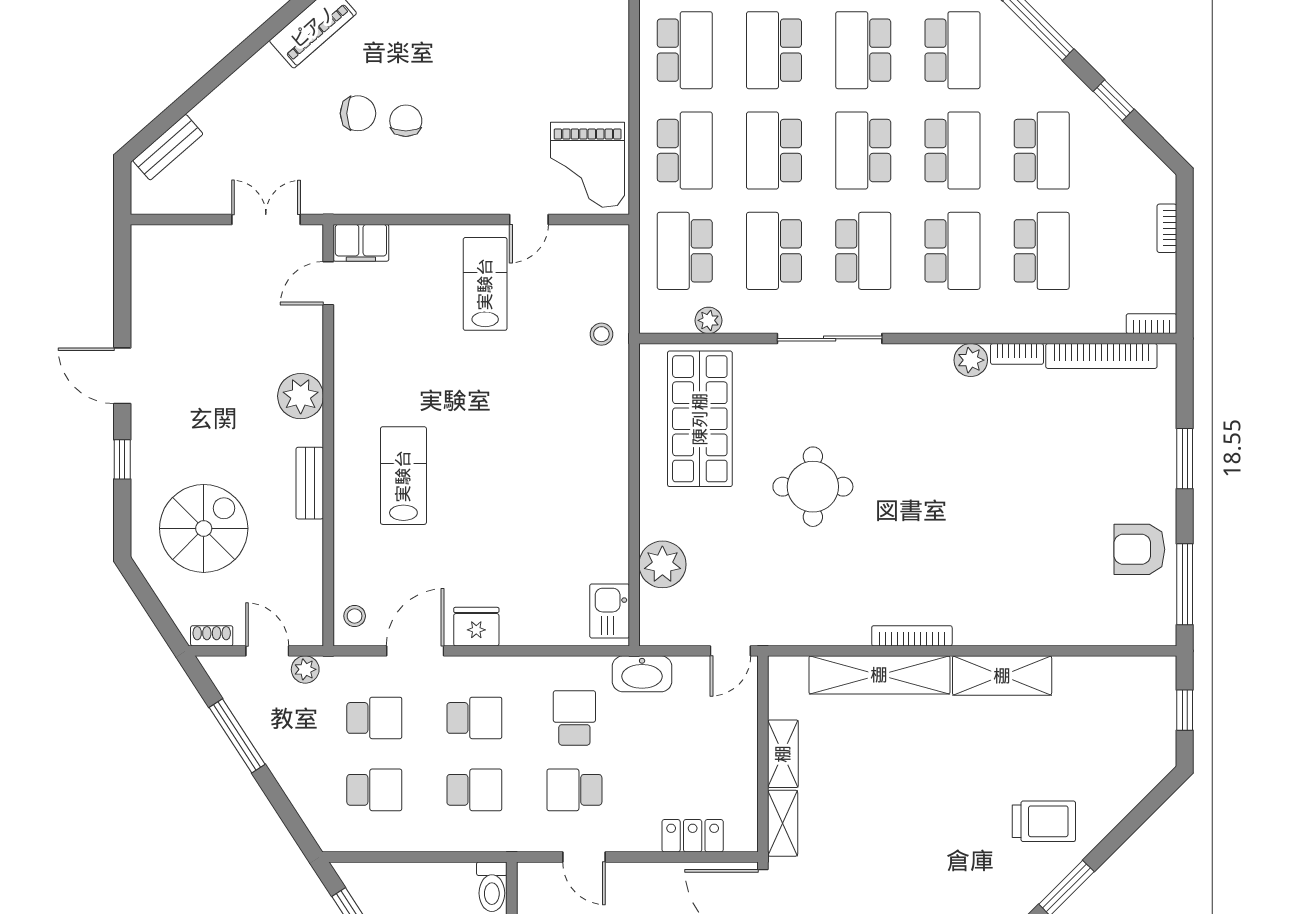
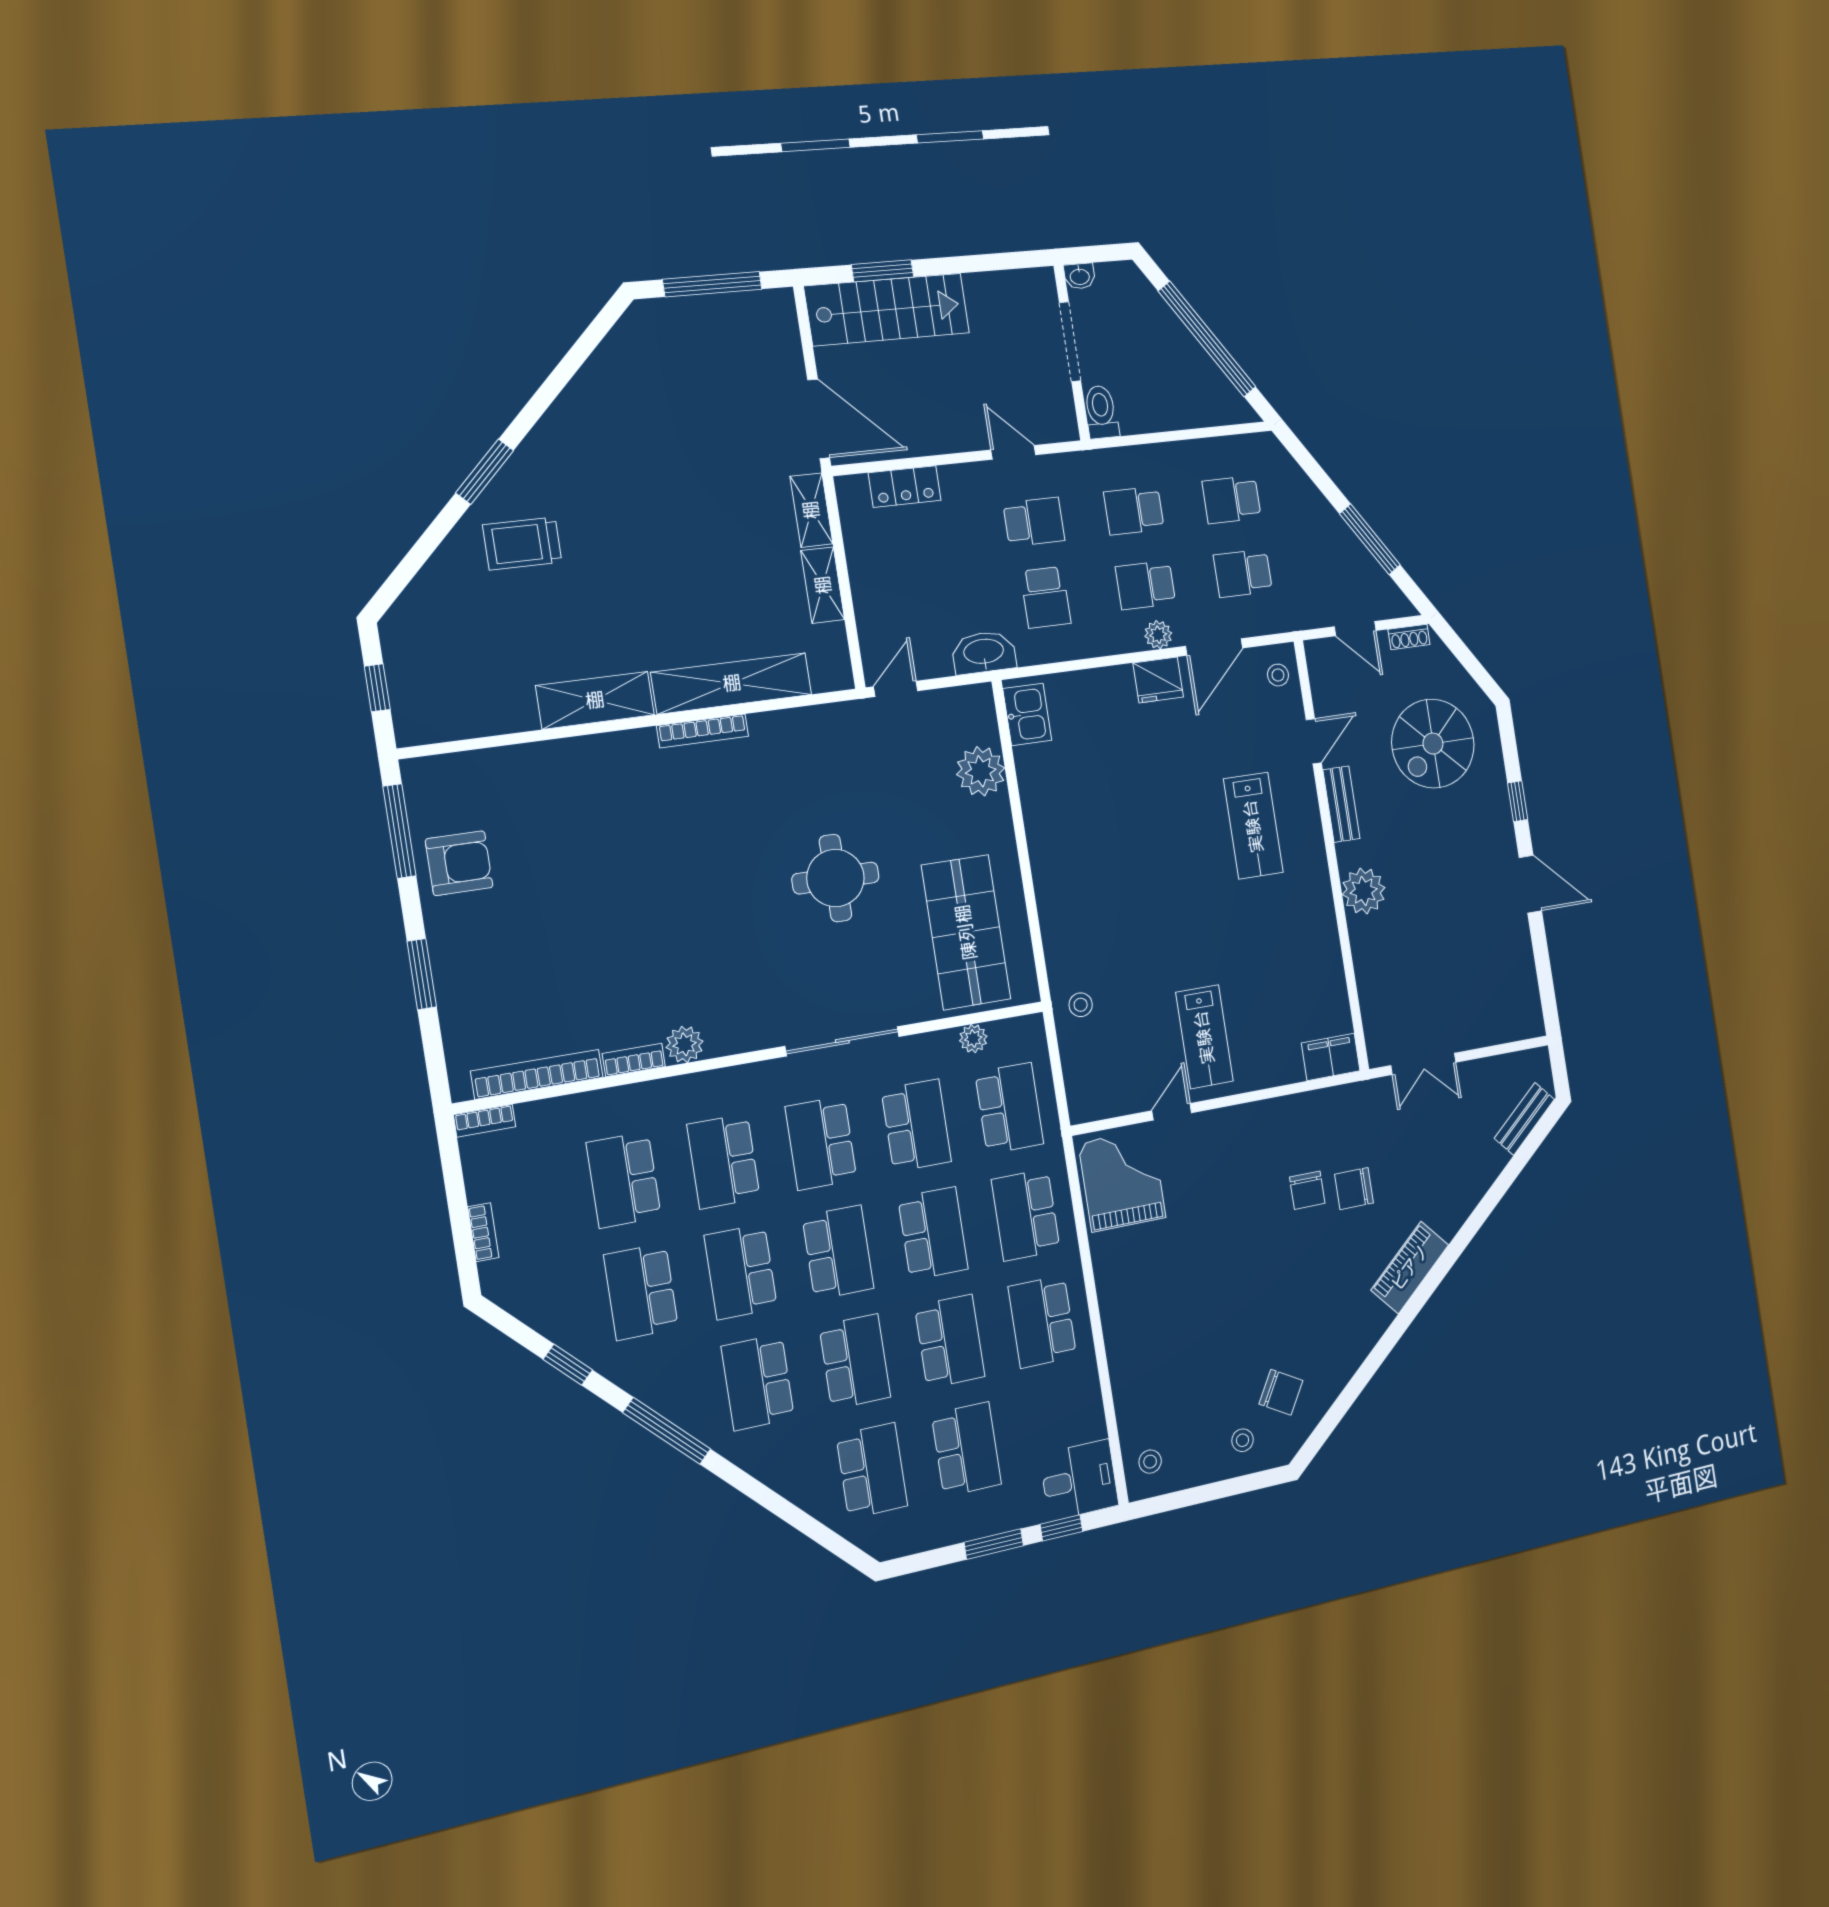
door: (328, 283) -> (1314, 741), moved
plant: (305, 669) -> (1158, 635), moved

